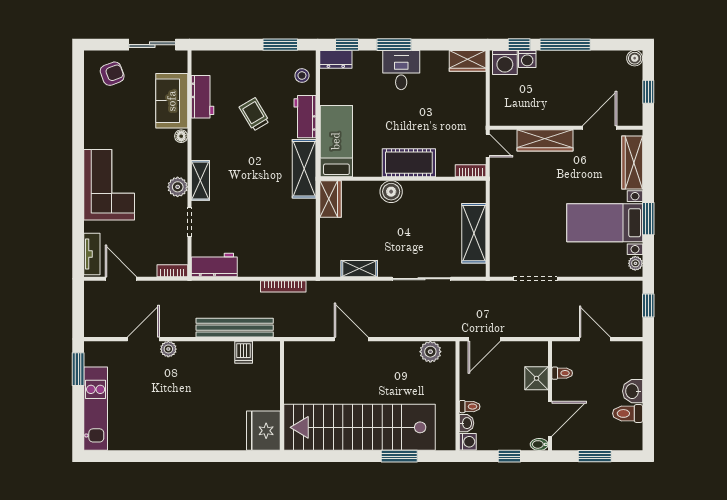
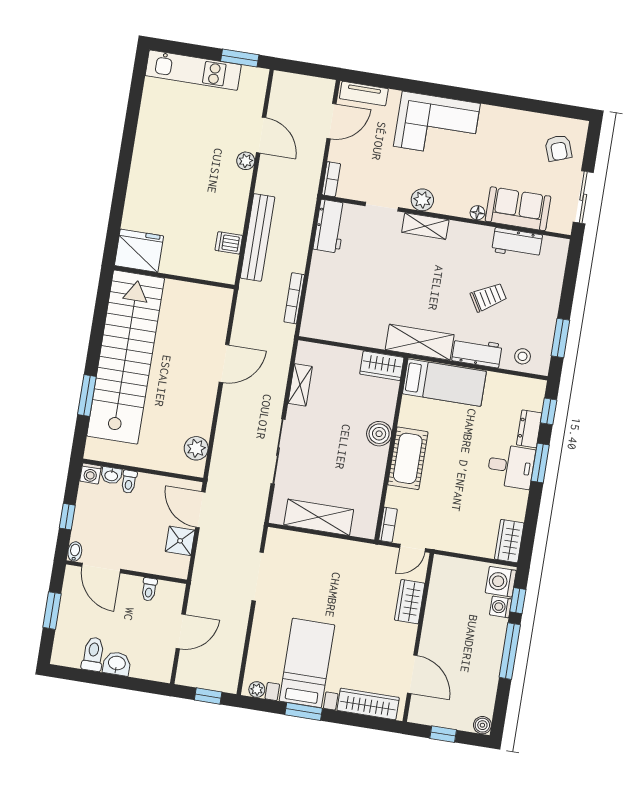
dresser: (336, 59) -> (529, 429), moved
wardrobe: (545, 140) -> (410, 602), width x0.67
shower: (537, 378) -> (180, 541), moved

